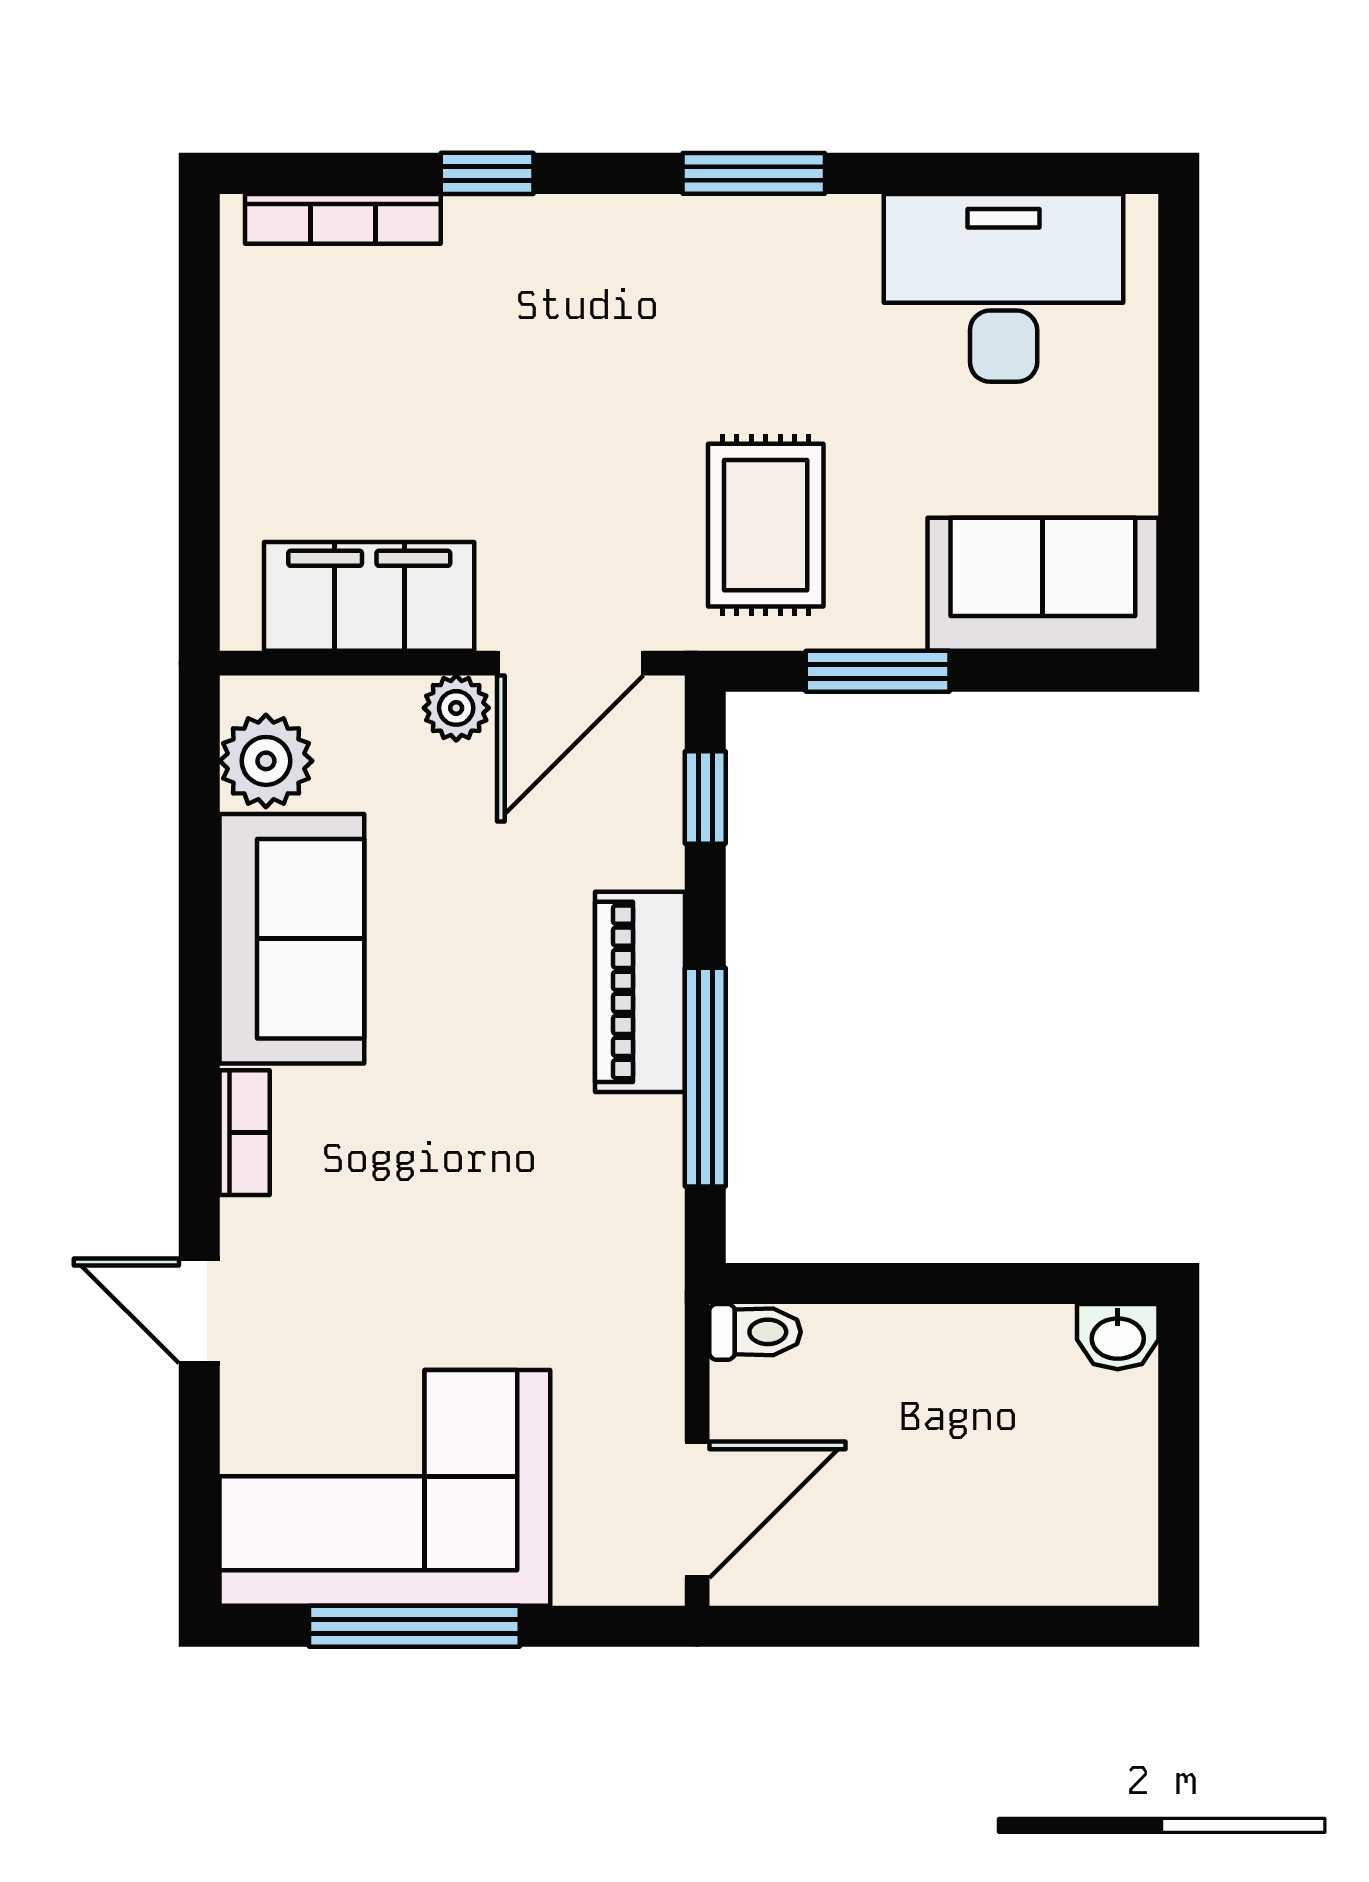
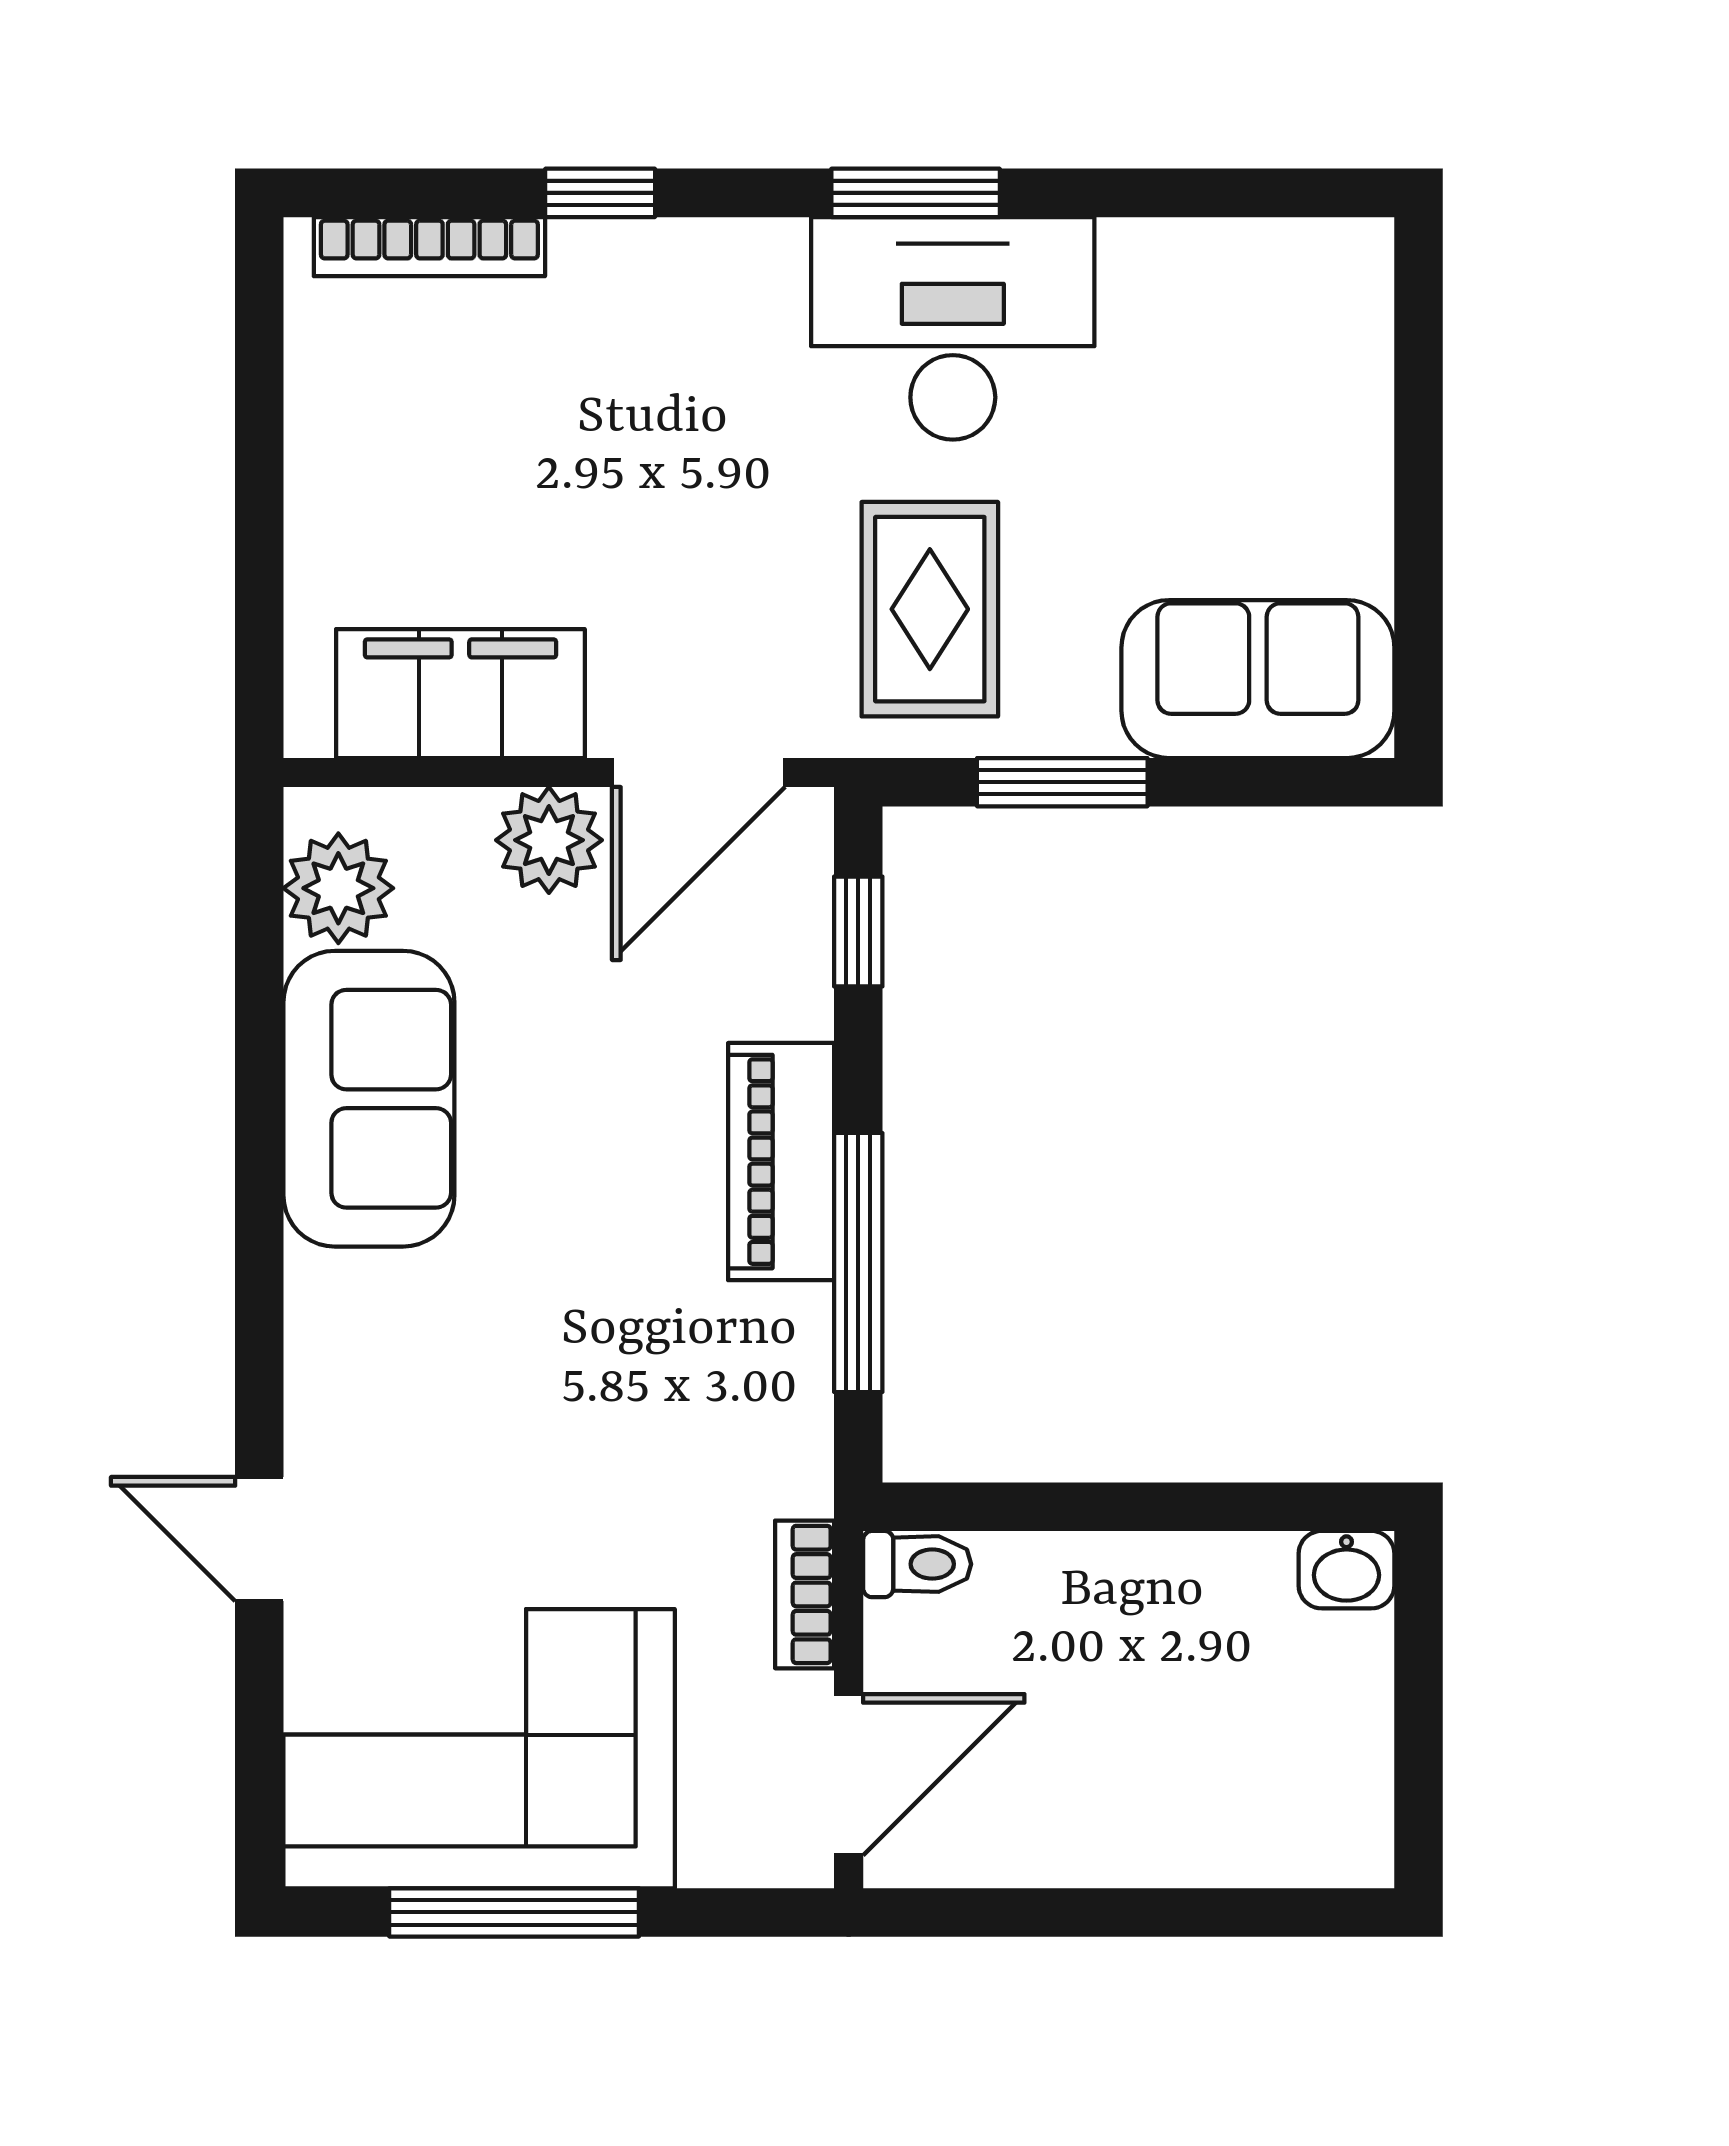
desk: (1004, 288) -> (953, 328), moved
plant: (456, 708) -> (549, 840), width x1.38, depth x1.38
bookcase: (245, 1133) -> (805, 1594), moved, turned 180

